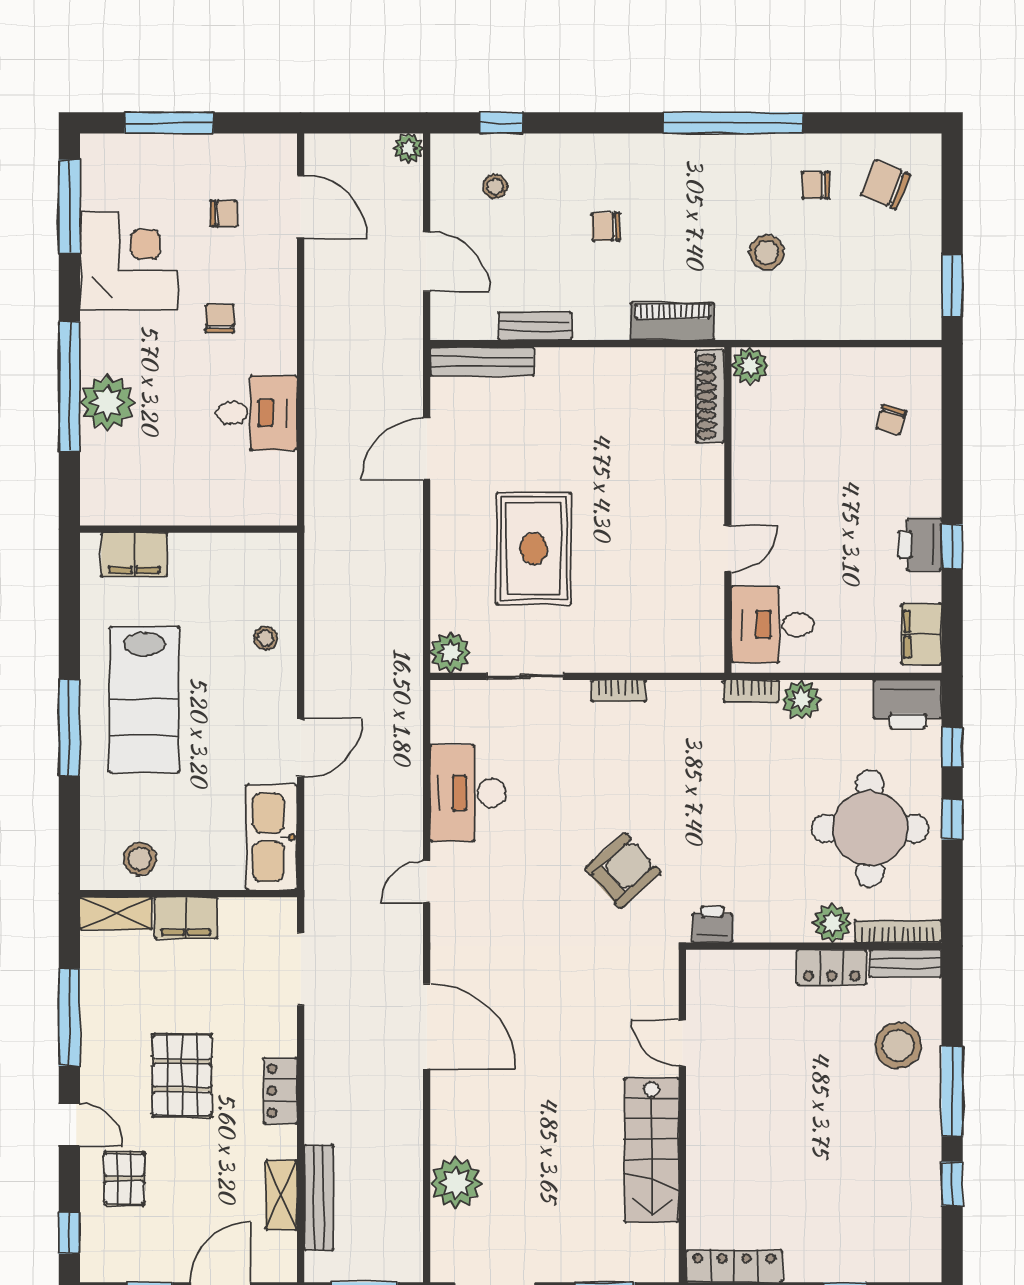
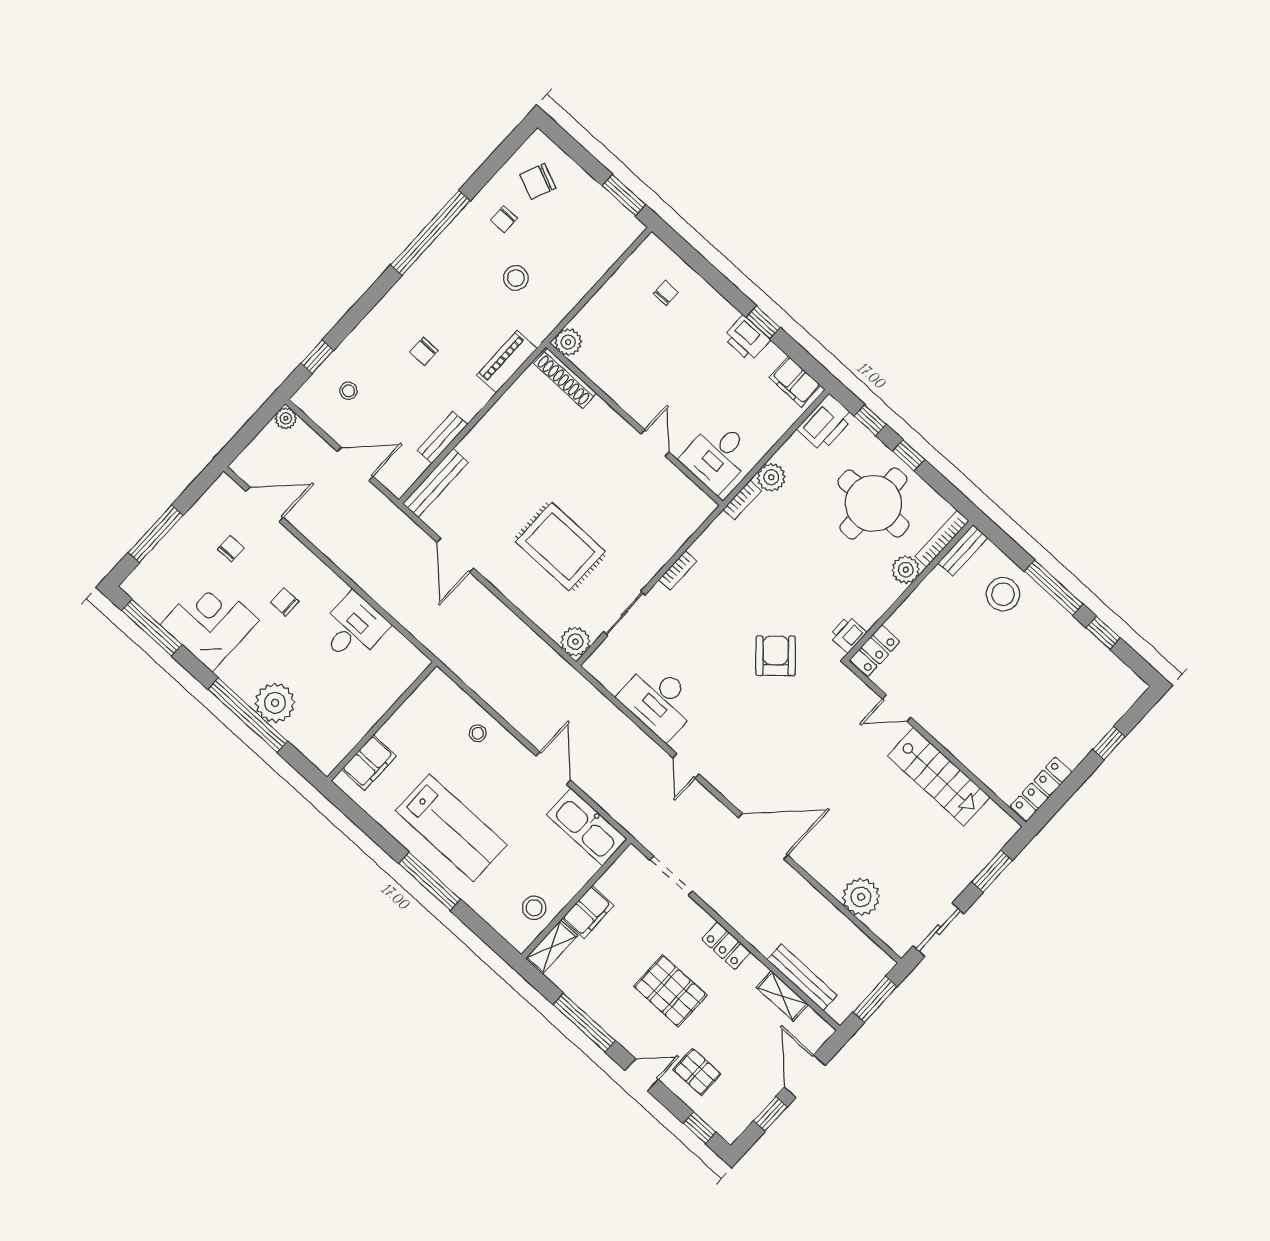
chair: (891, 420) -> (666, 293), turned -106
locker: (832, 967) -> (875, 651), moved

